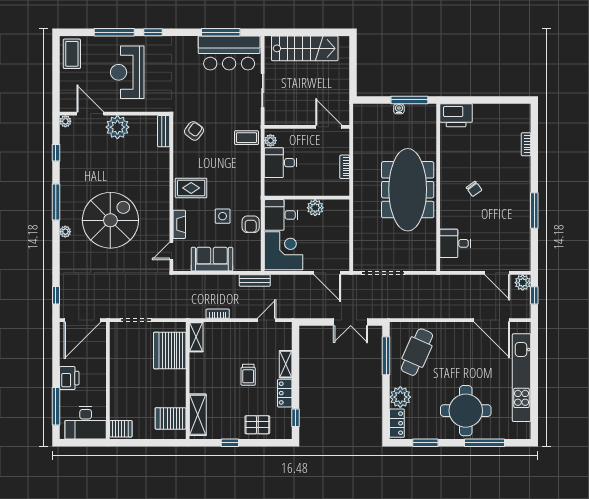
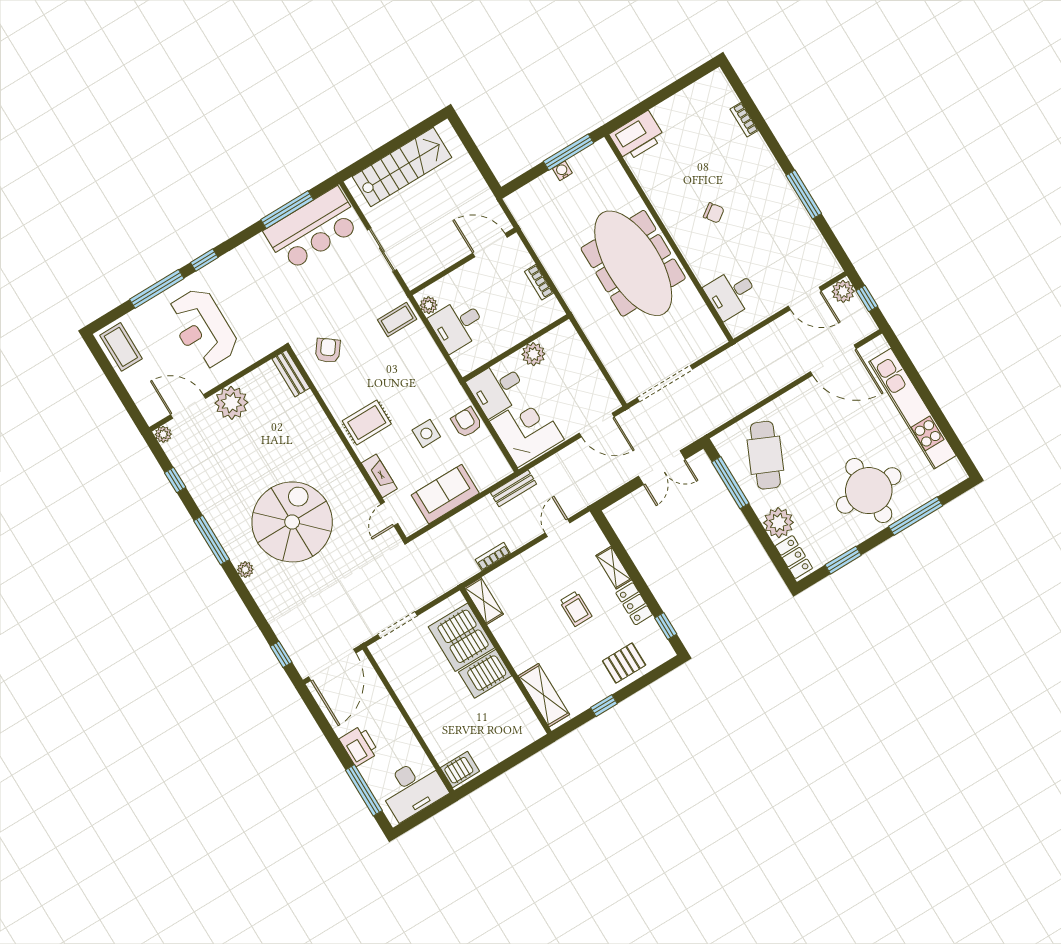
armchair: (251, 224) -> (467, 422), turned 180
server rack: (171, 418) -> (485, 674), moved

